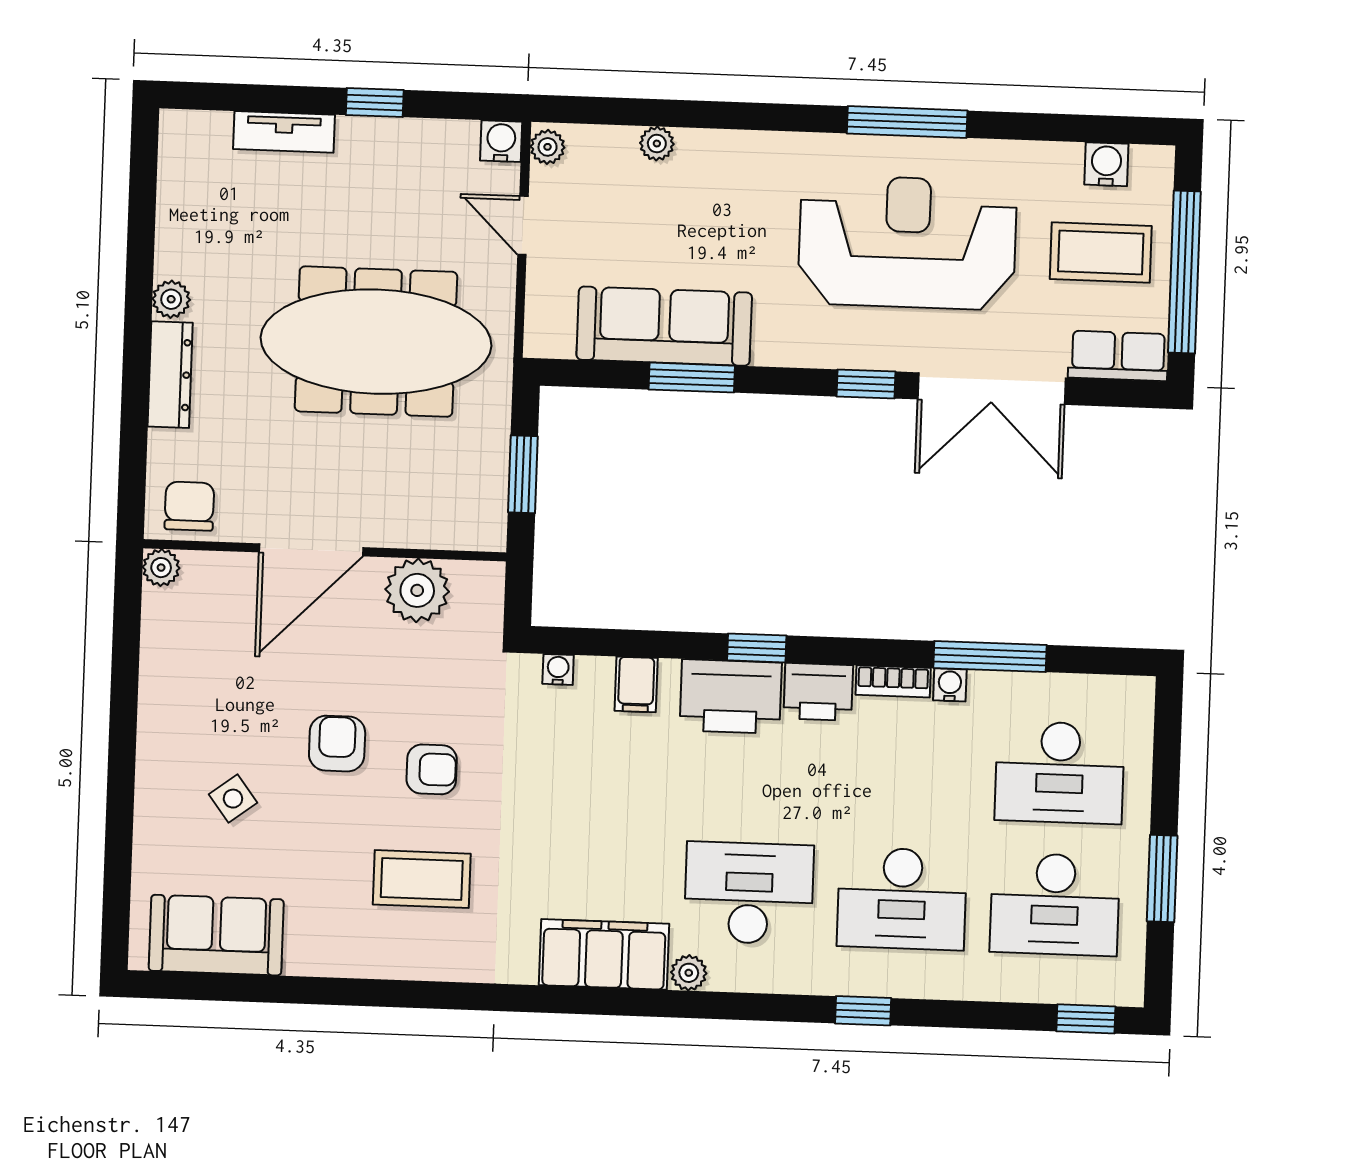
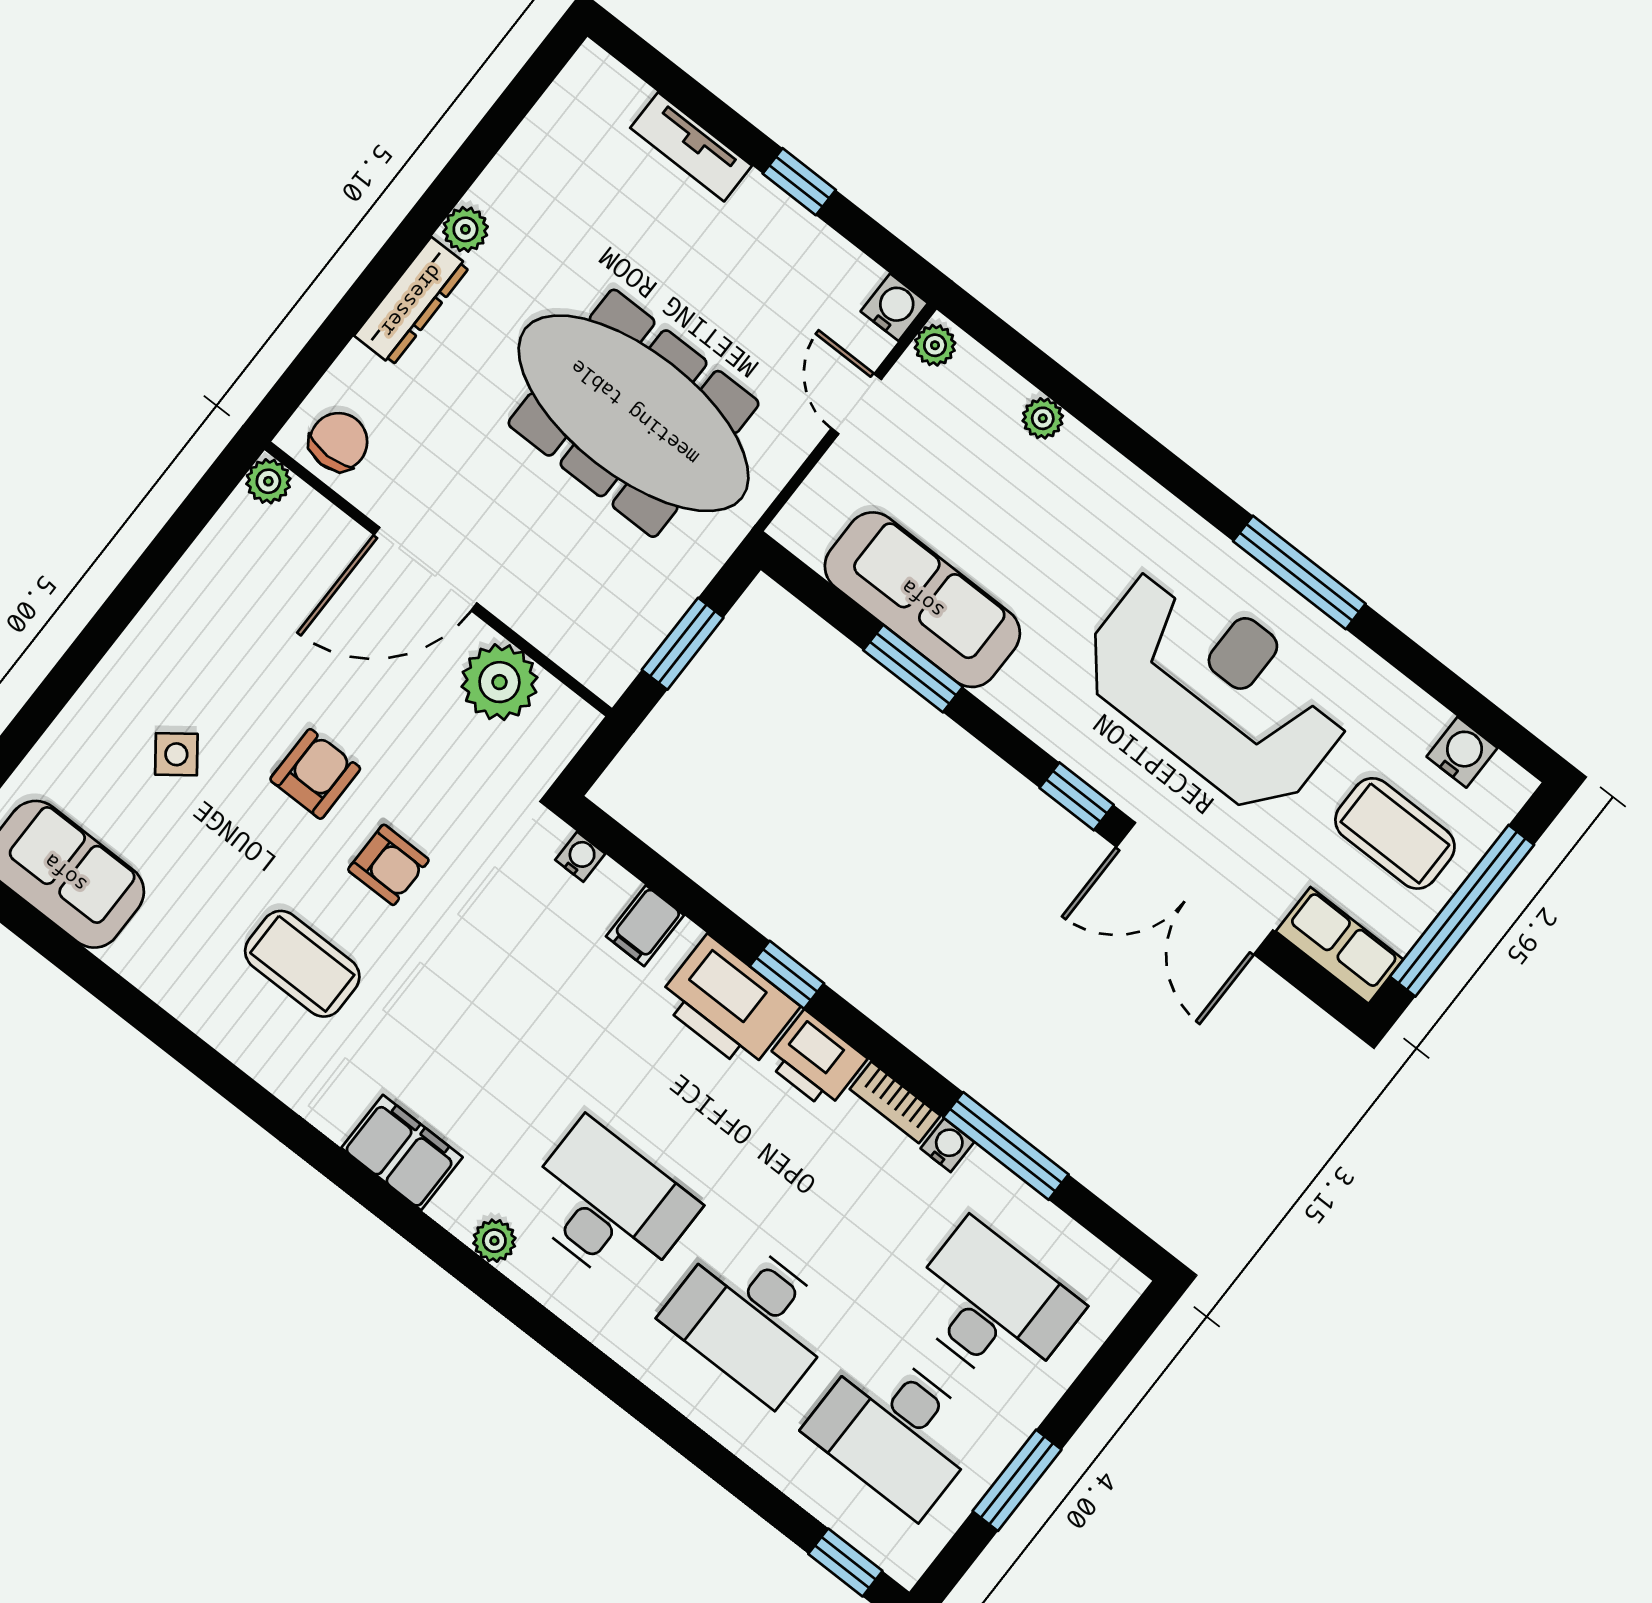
desk: (1060, 773) -> (992, 1307), turned 180
filing cabinet: (604, 954) -> (402, 1153), width x0.67, depth x0.86
window: (863, 1011) -> (636, 1399), removed

